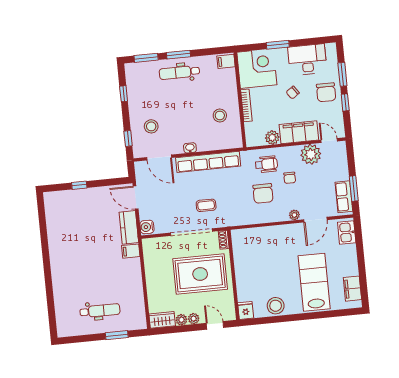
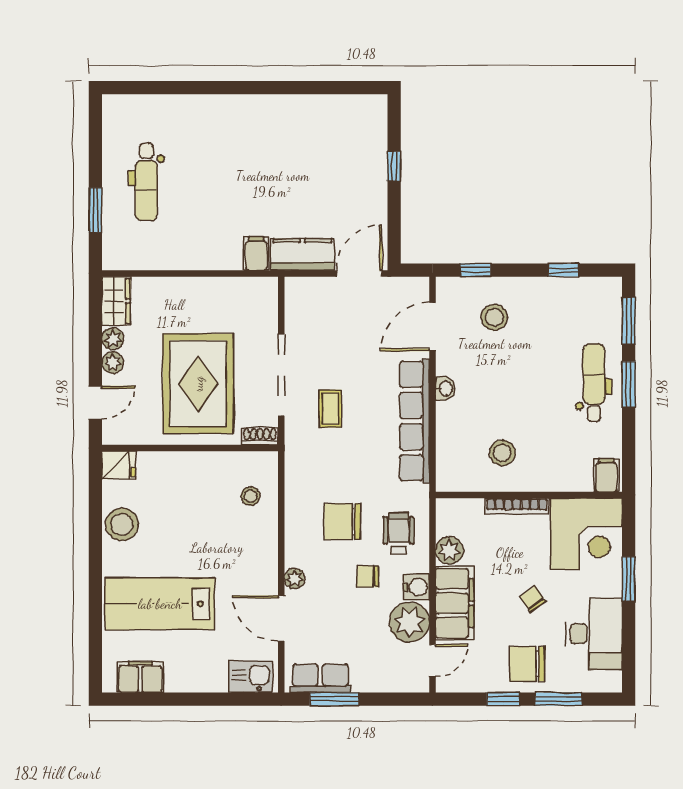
wheelchair: (266, 164) -> (399, 534), turned 180
water cooler: (147, 227) -> (416, 587), moved, turned 90
stool: (255, 242) -> (250, 496), added
lab bench: (314, 282) -> (160, 604), turned 180

